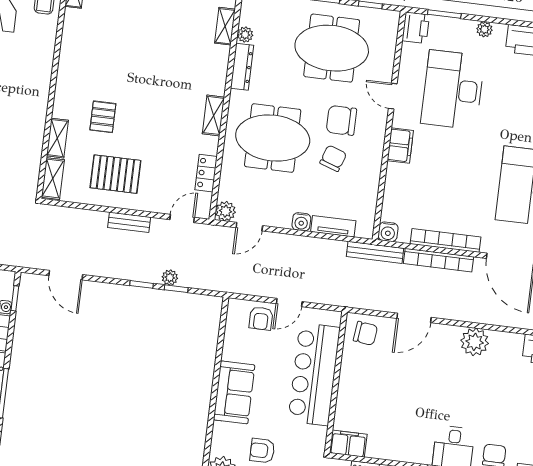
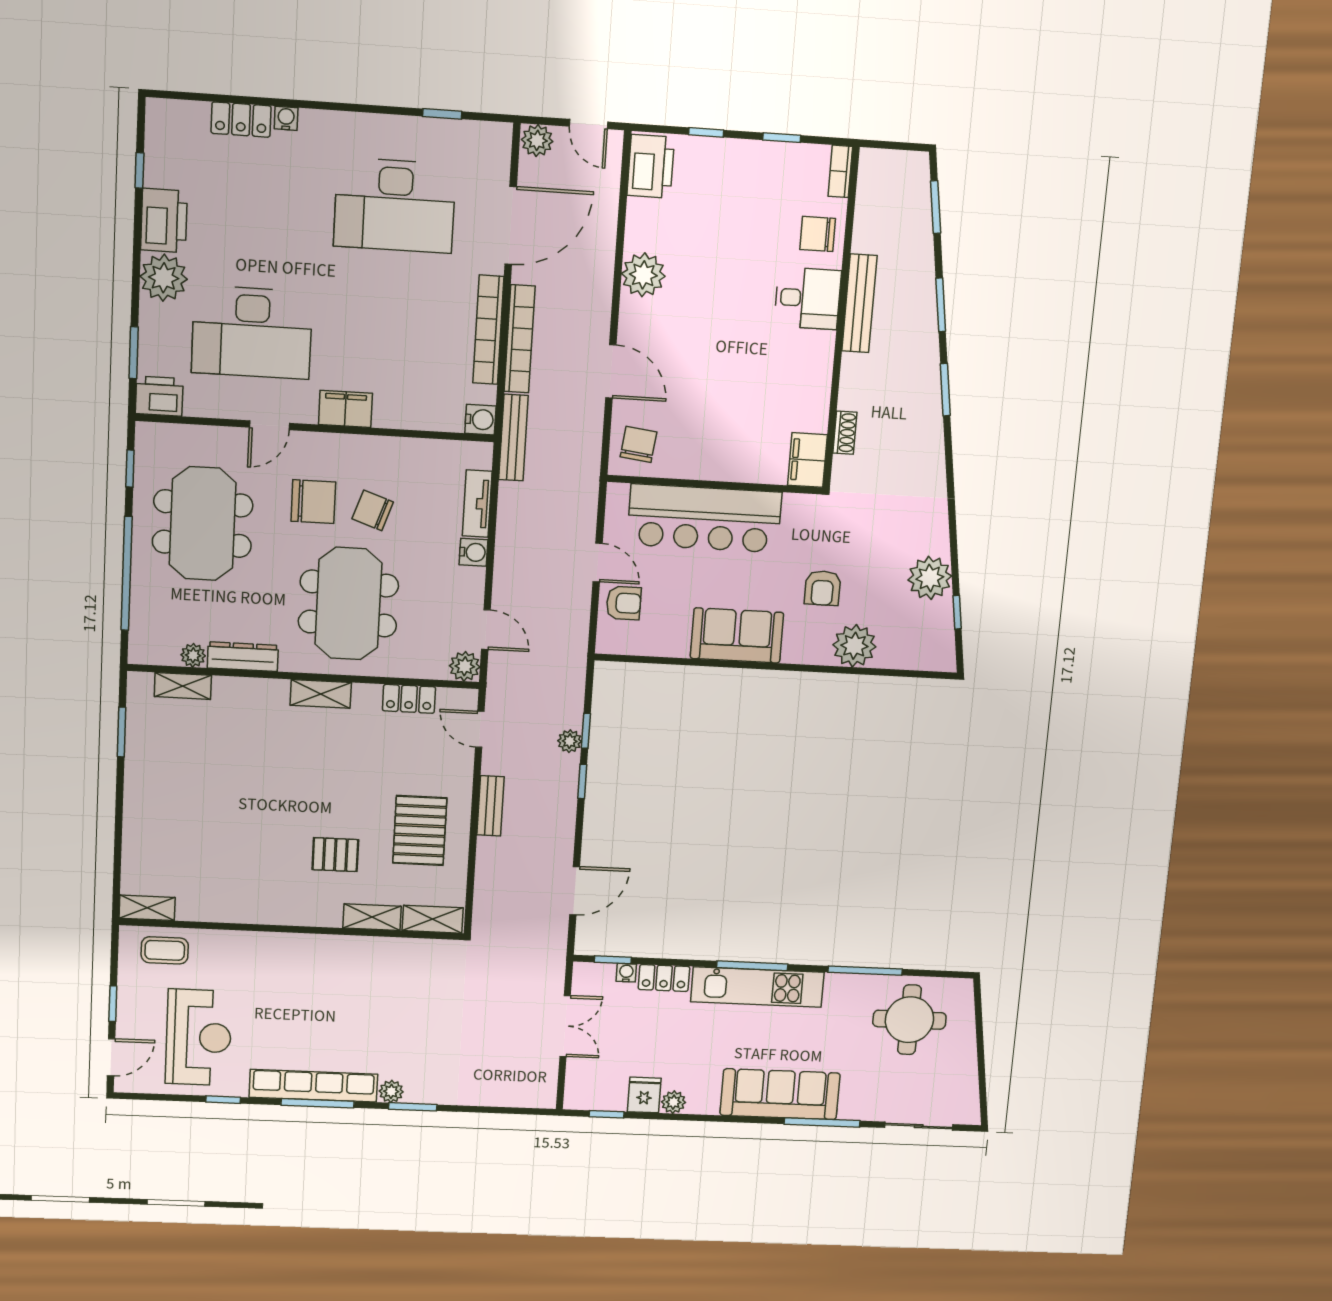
plant: (484, 29) -> (164, 278), width x1.87, depth x1.87
chair: (341, 120) -> (313, 502), turned -90

